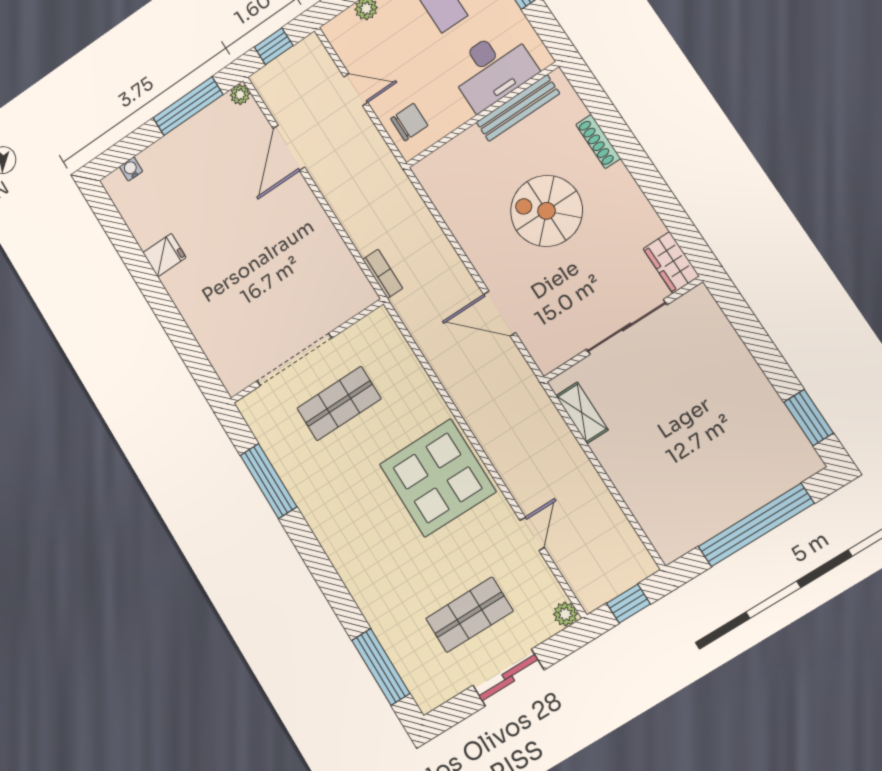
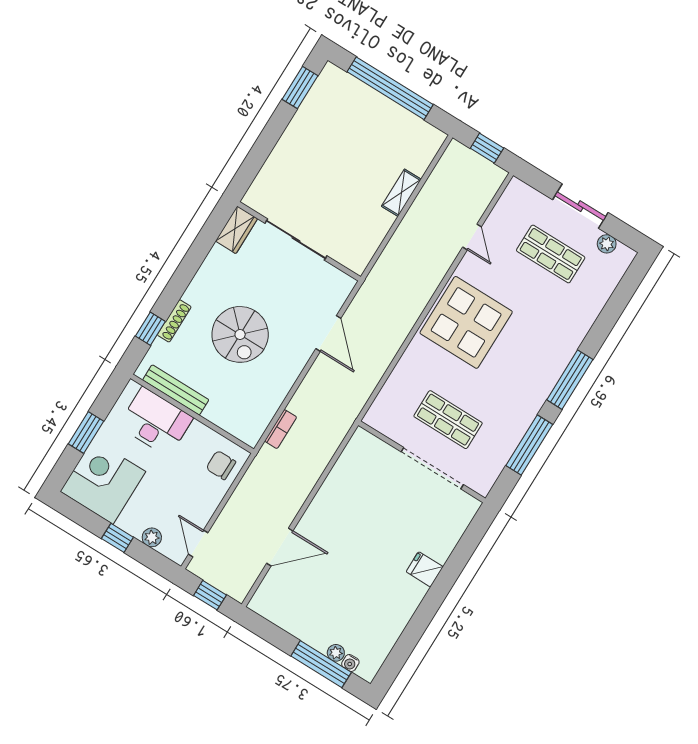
door: (356, 90) -> (198, 544), moved
plant: (240, 95) -> (336, 653), moved
window: (188, 106) -> (321, 664), moved
window: (602, 110) -> (150, 329), added
fridge: (164, 255) -> (425, 569), moved
bookcase: (383, 274) -> (281, 429), moved, turned 180
shelving: (582, 413) -> (401, 193), moved
door: (532, 534) -> (472, 237), swing flipped
plant: (565, 614) -> (607, 244), moved
window: (381, 667) -> (570, 380), moved

